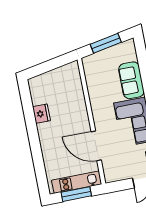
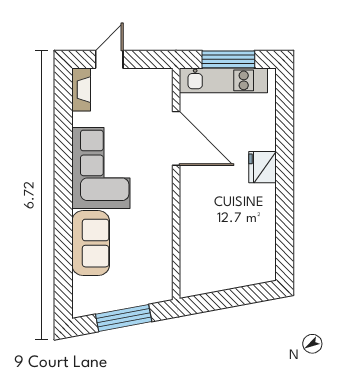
fridge: (41, 114) -> (263, 167), moved

